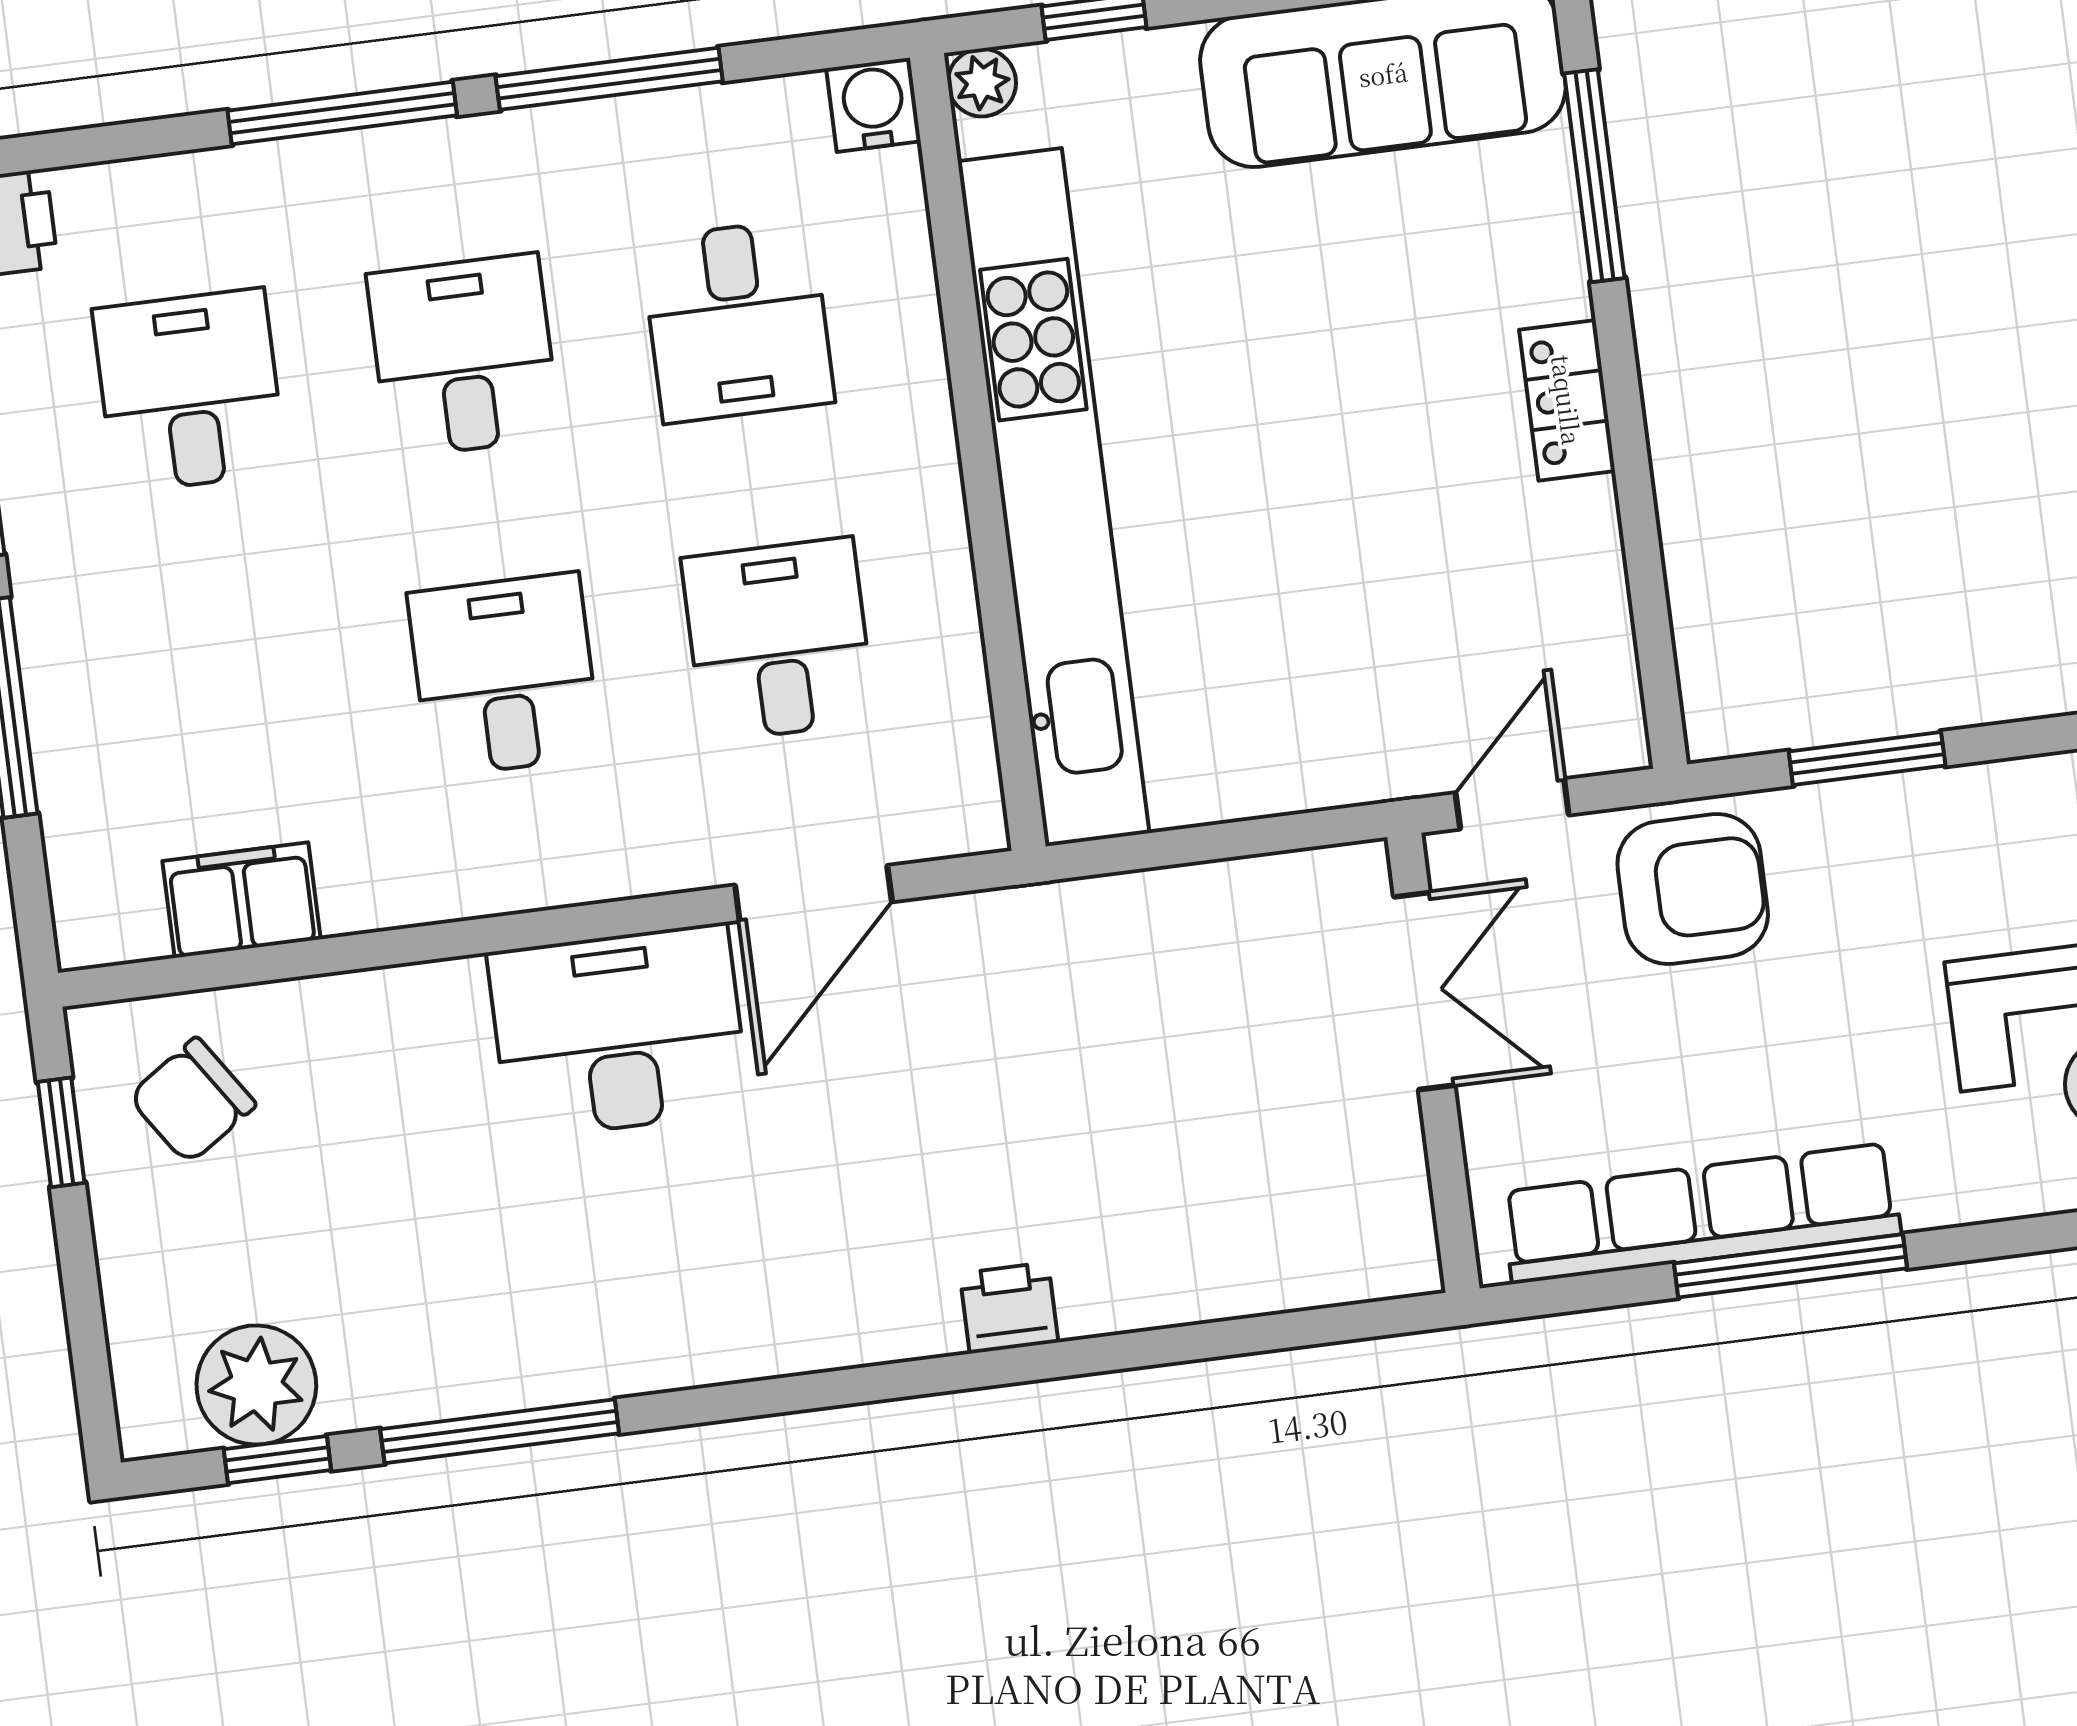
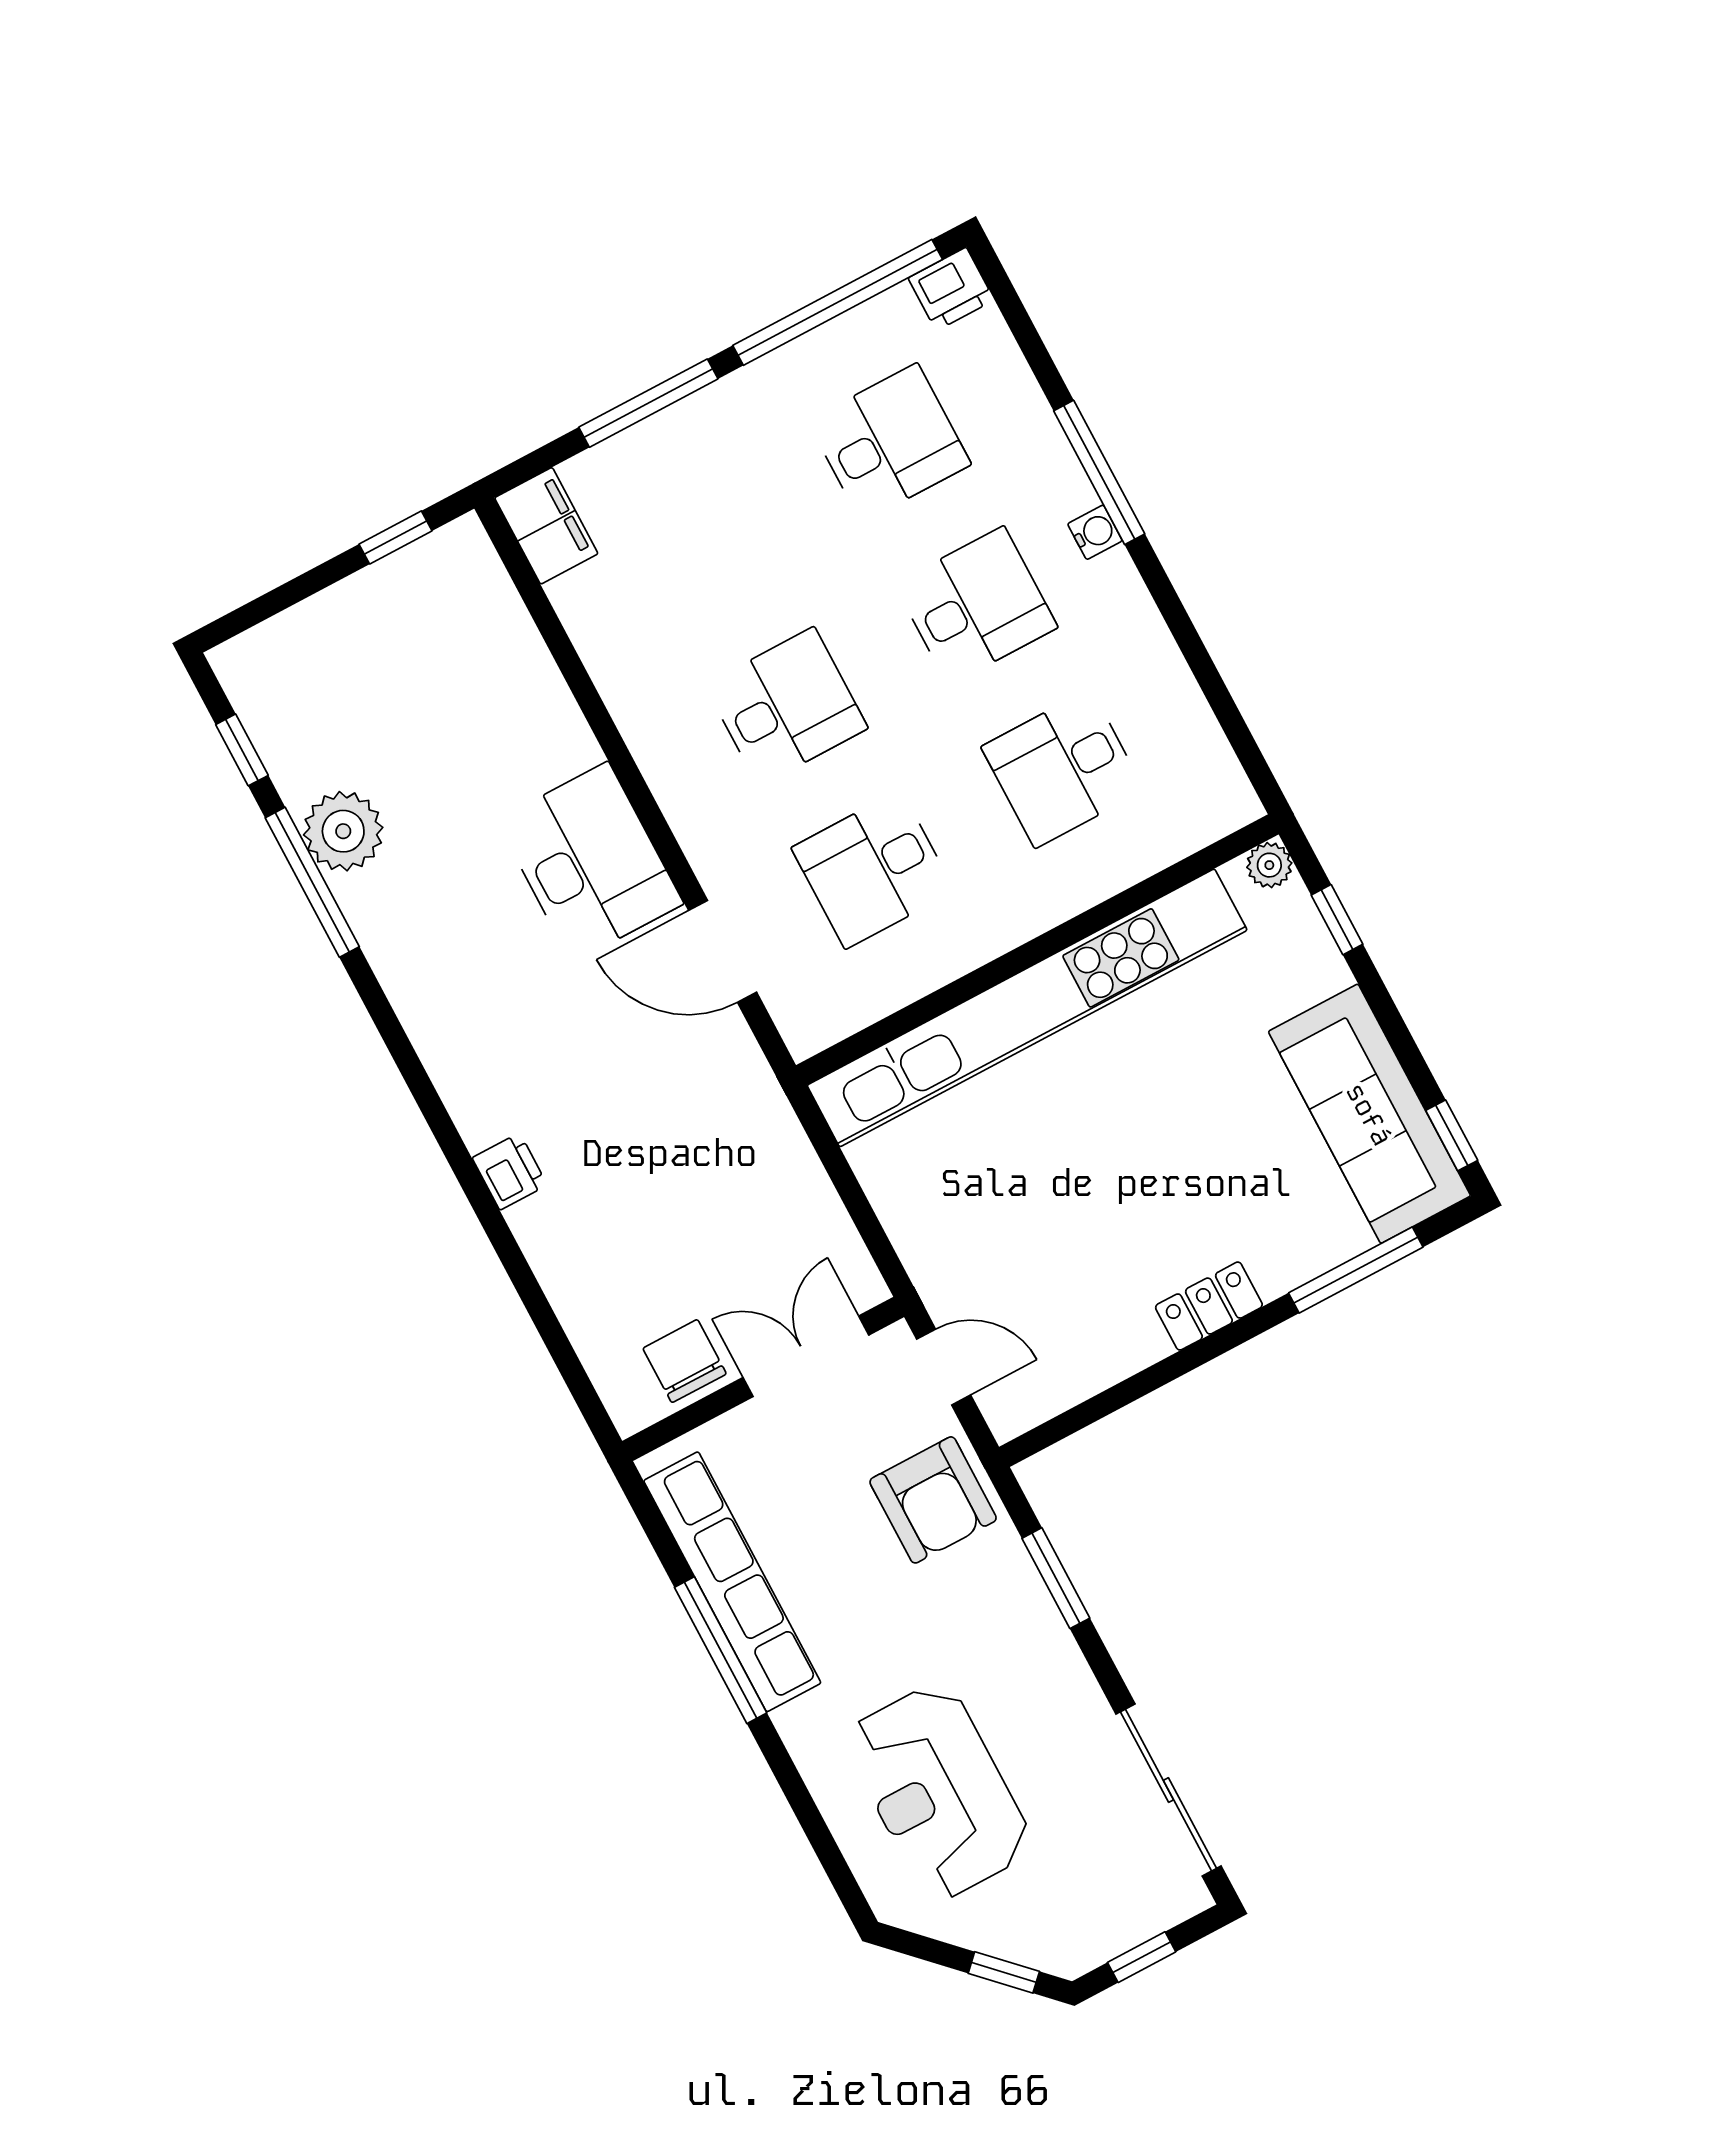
window: (609, 79) -> (1184, 631), removed
water cooler: (873, 105) -> (1095, 532), moved, width x0.72, depth x0.72
desk: (778, 640) -> (873, 869), turned 180
filing cabinet: (241, 900) -> (546, 526), moved
double door: (1424, 991) -> (806, 1356), swing flipped
chair: (192, 1101) -> (685, 1361), moved, turned 34
plant: (256, 1385) -> (343, 831), moved

